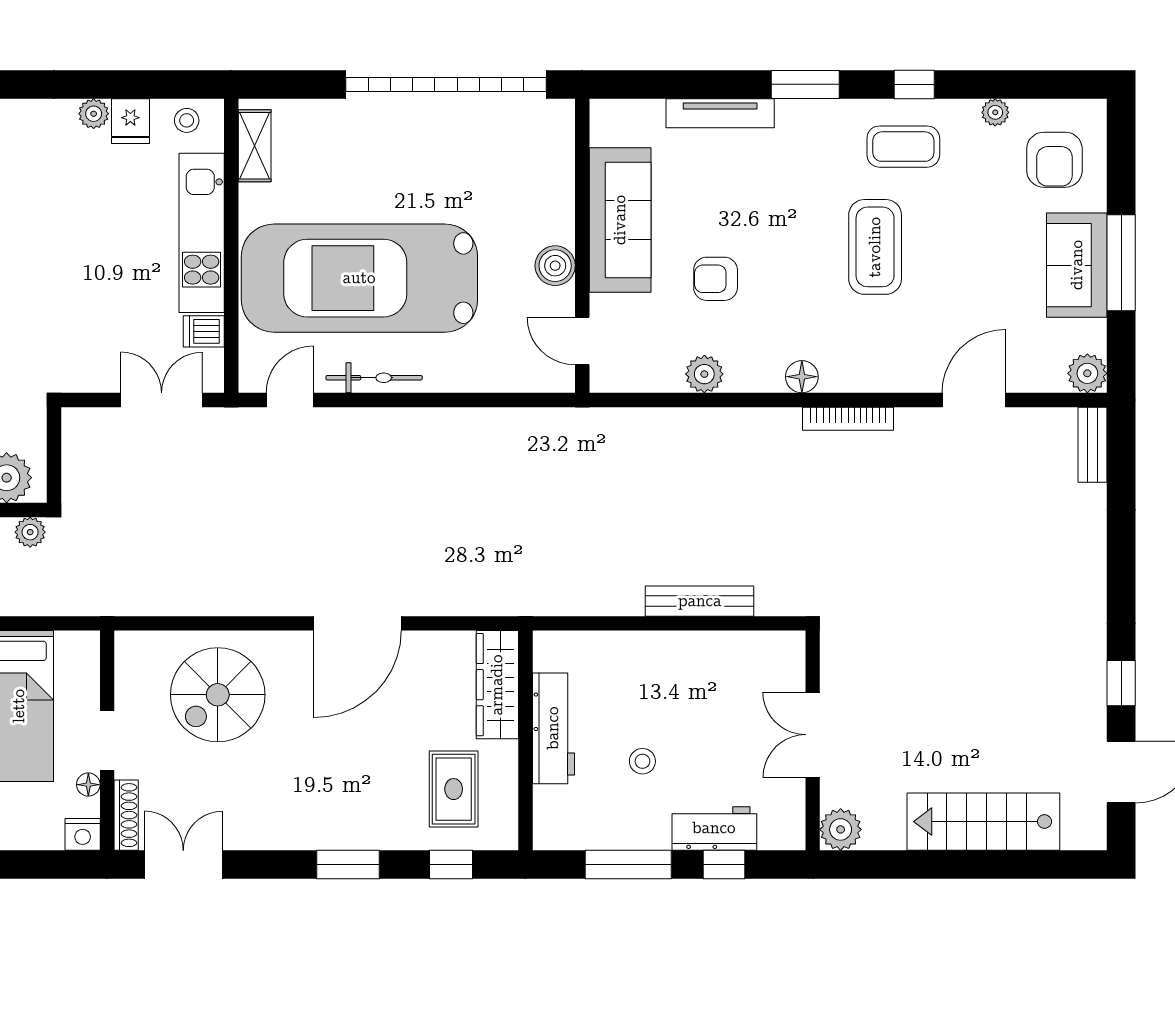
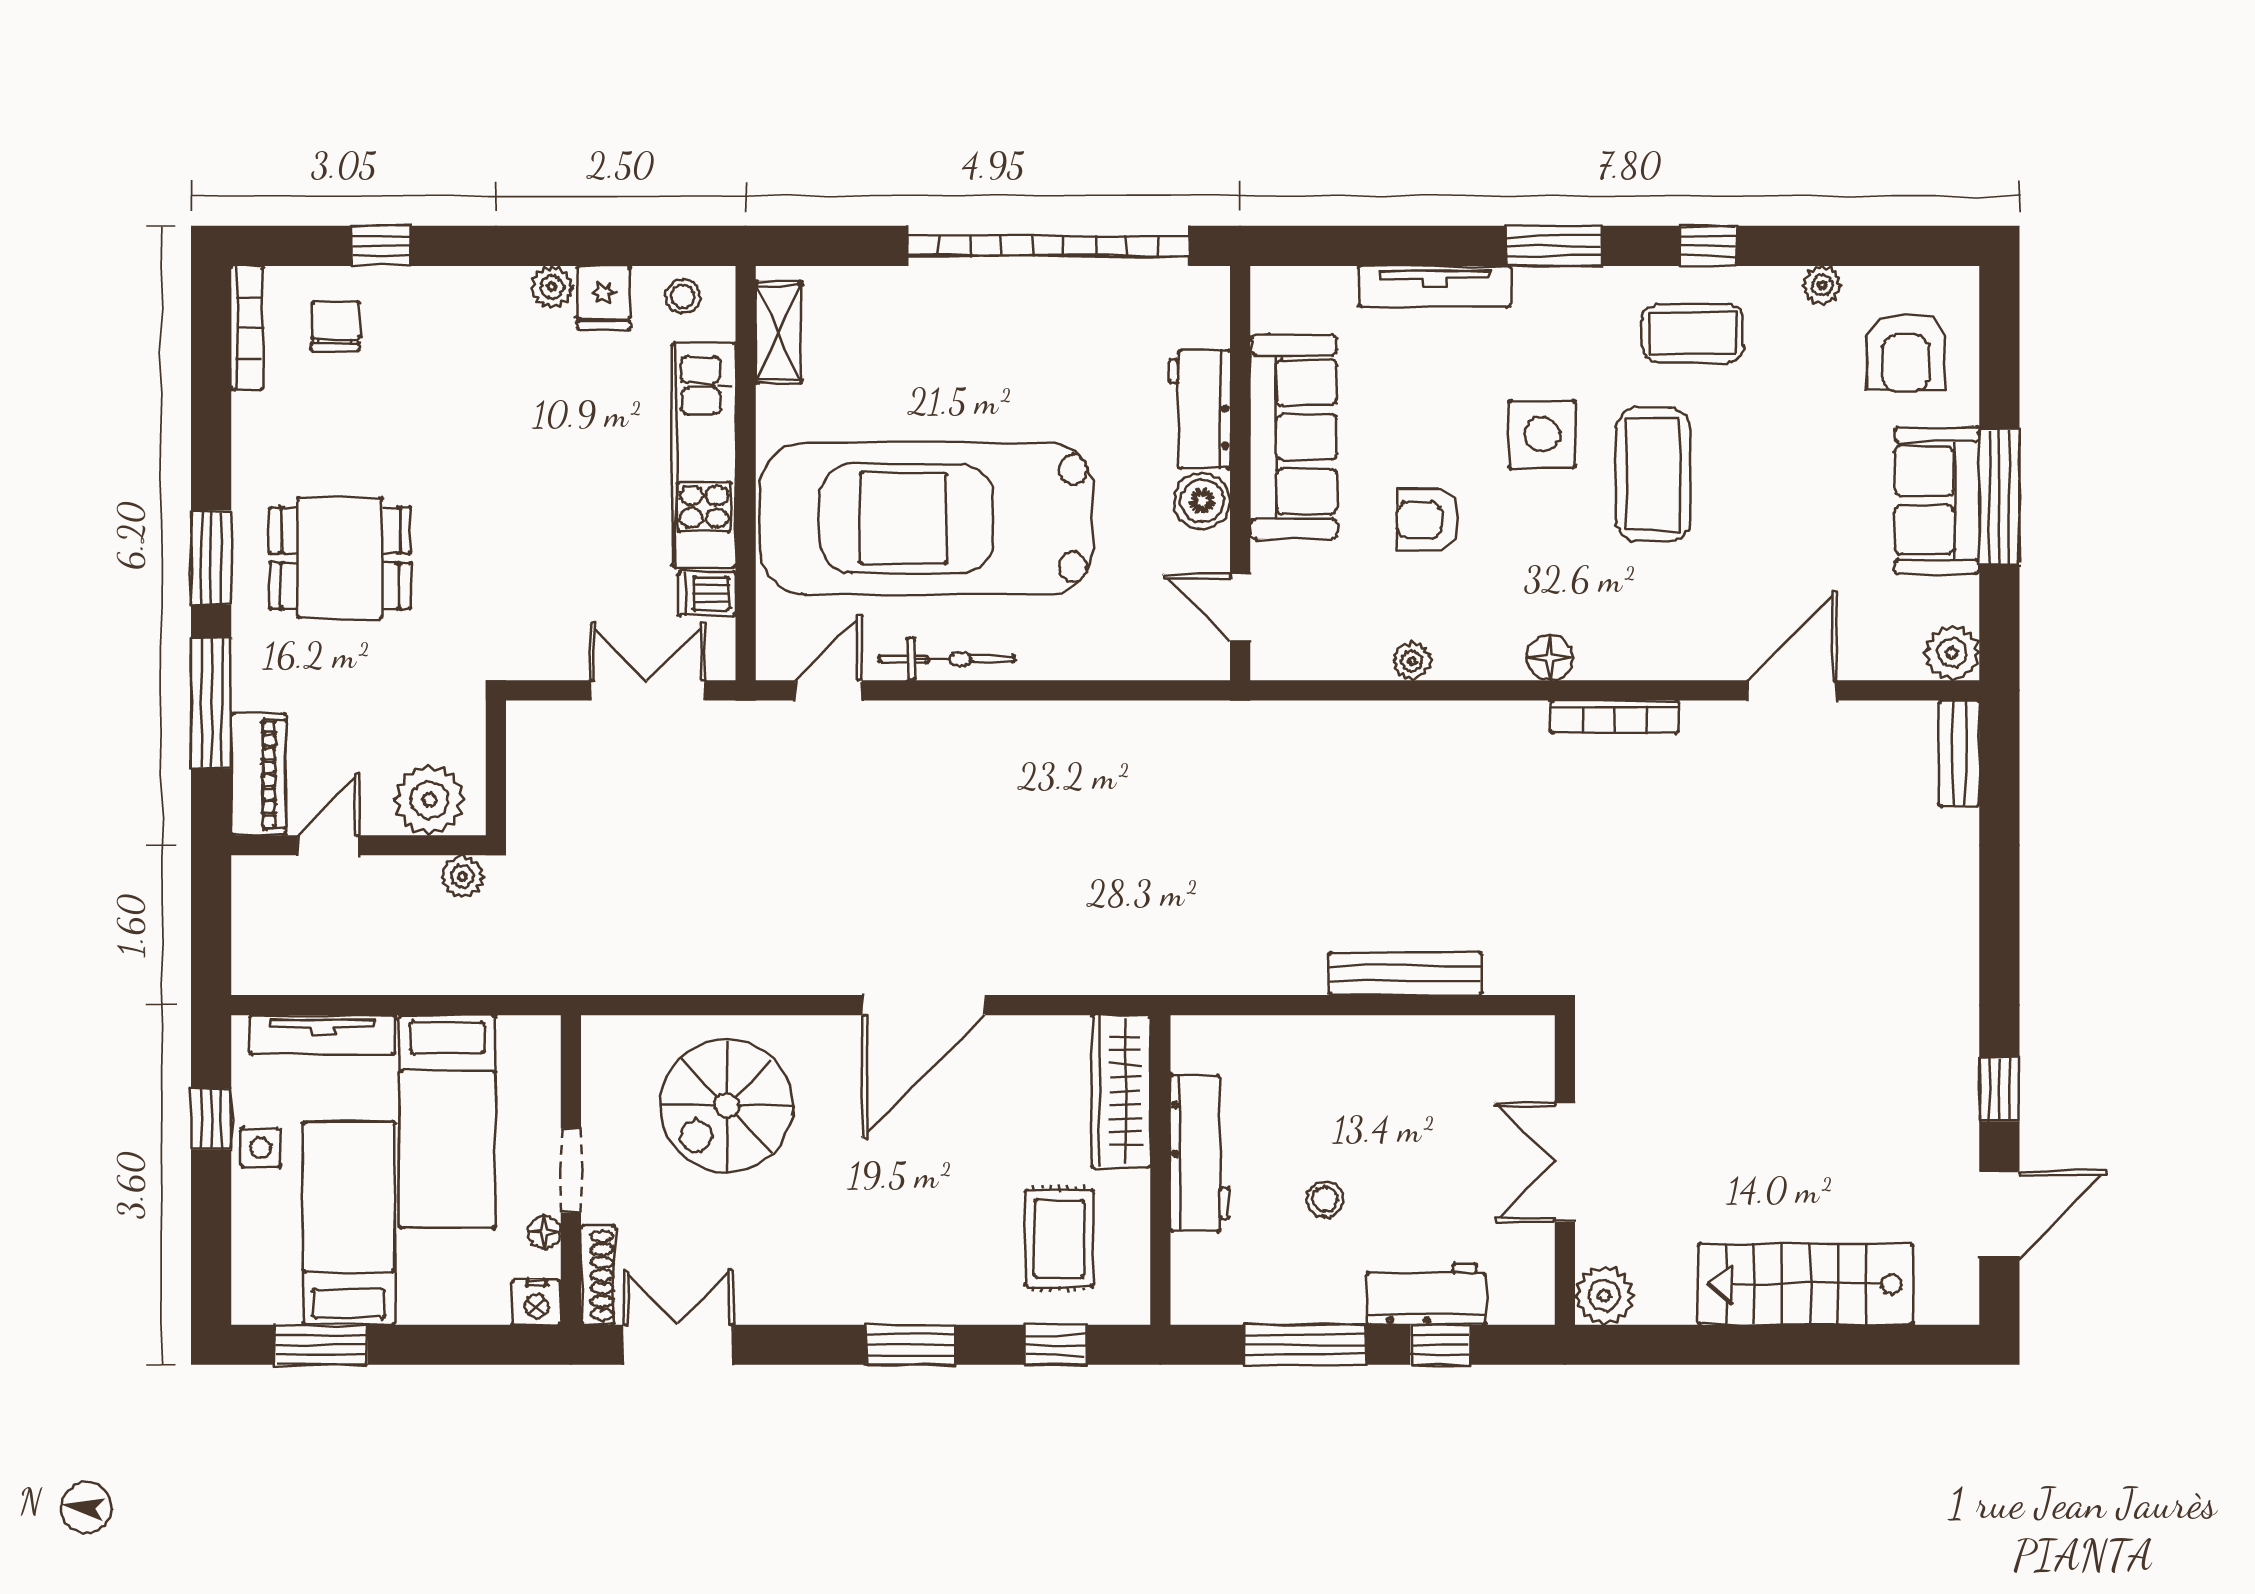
workbench: (553, 201) -> (1199, 409), added
side table: (796, 218) -> (1542, 434), added
plant: (704, 374) -> (1412, 661), width x0.73, depth x0.73

